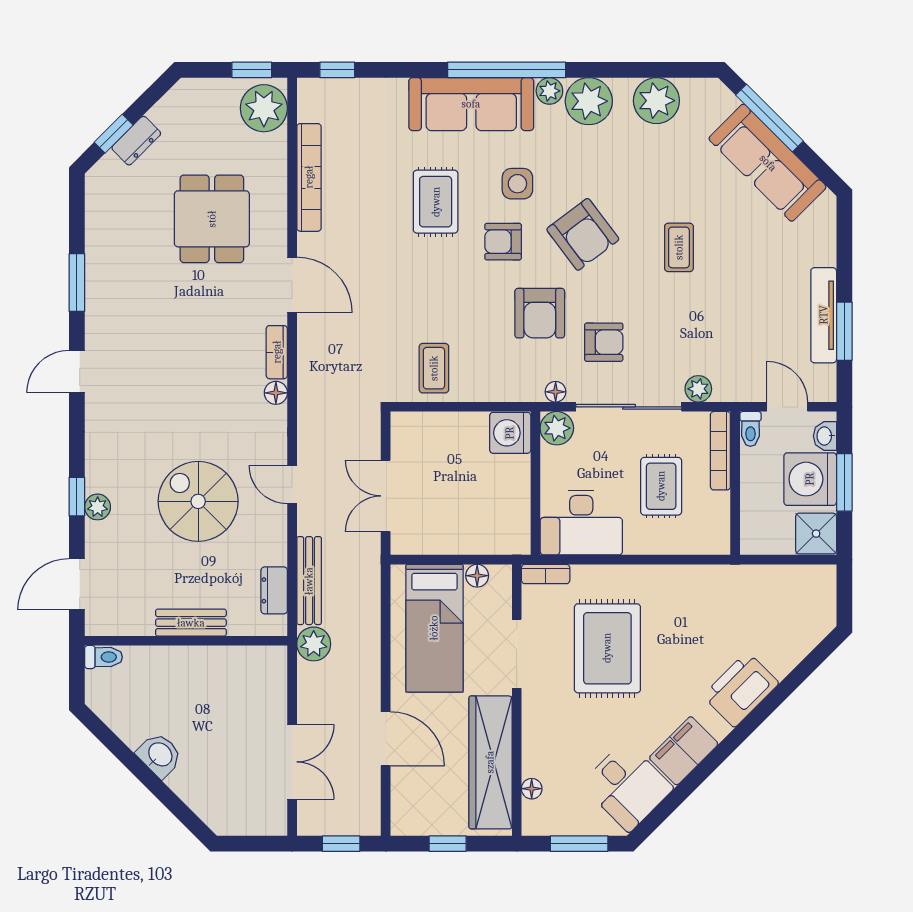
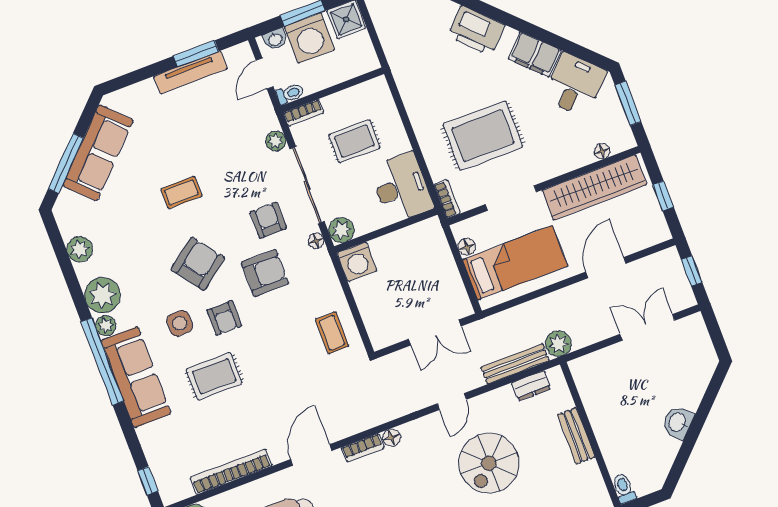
plant: (656, 101) -> (80, 249), width x0.73, depth x0.73
coffee table: (434, 368) -> (332, 333), turned 90
bookcase: (720, 451) -> (304, 113), width x0.64

